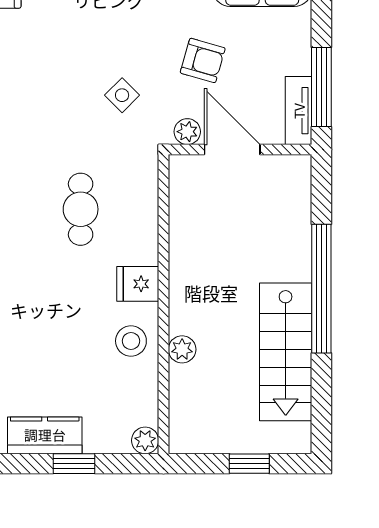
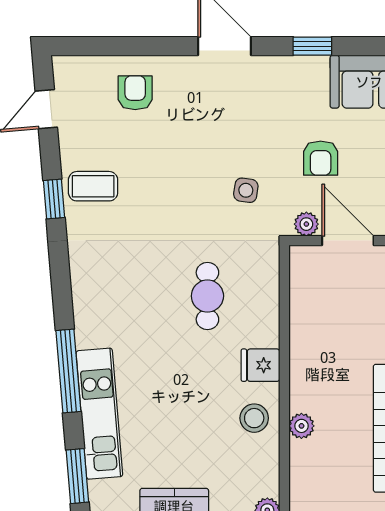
armchair: (203, 60) -> (321, 158), turned 74
side table: (122, 95) -> (246, 190), turned -37

